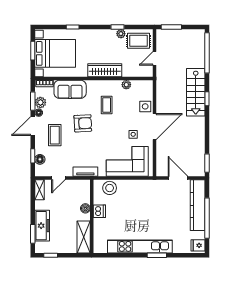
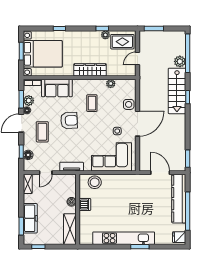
plant: (199, 62) -> (180, 61), added

